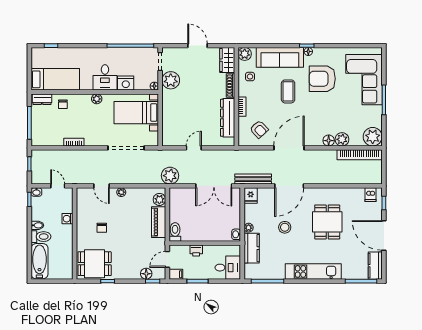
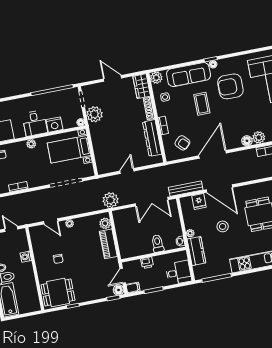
door: (289, 186) -> (219, 189), hinge flipped
fridge: (251, 196) -> (199, 201), moved
toilet: (175, 232) -> (158, 243), moved
floor lamp: (146, 274) -> (119, 290), moved

